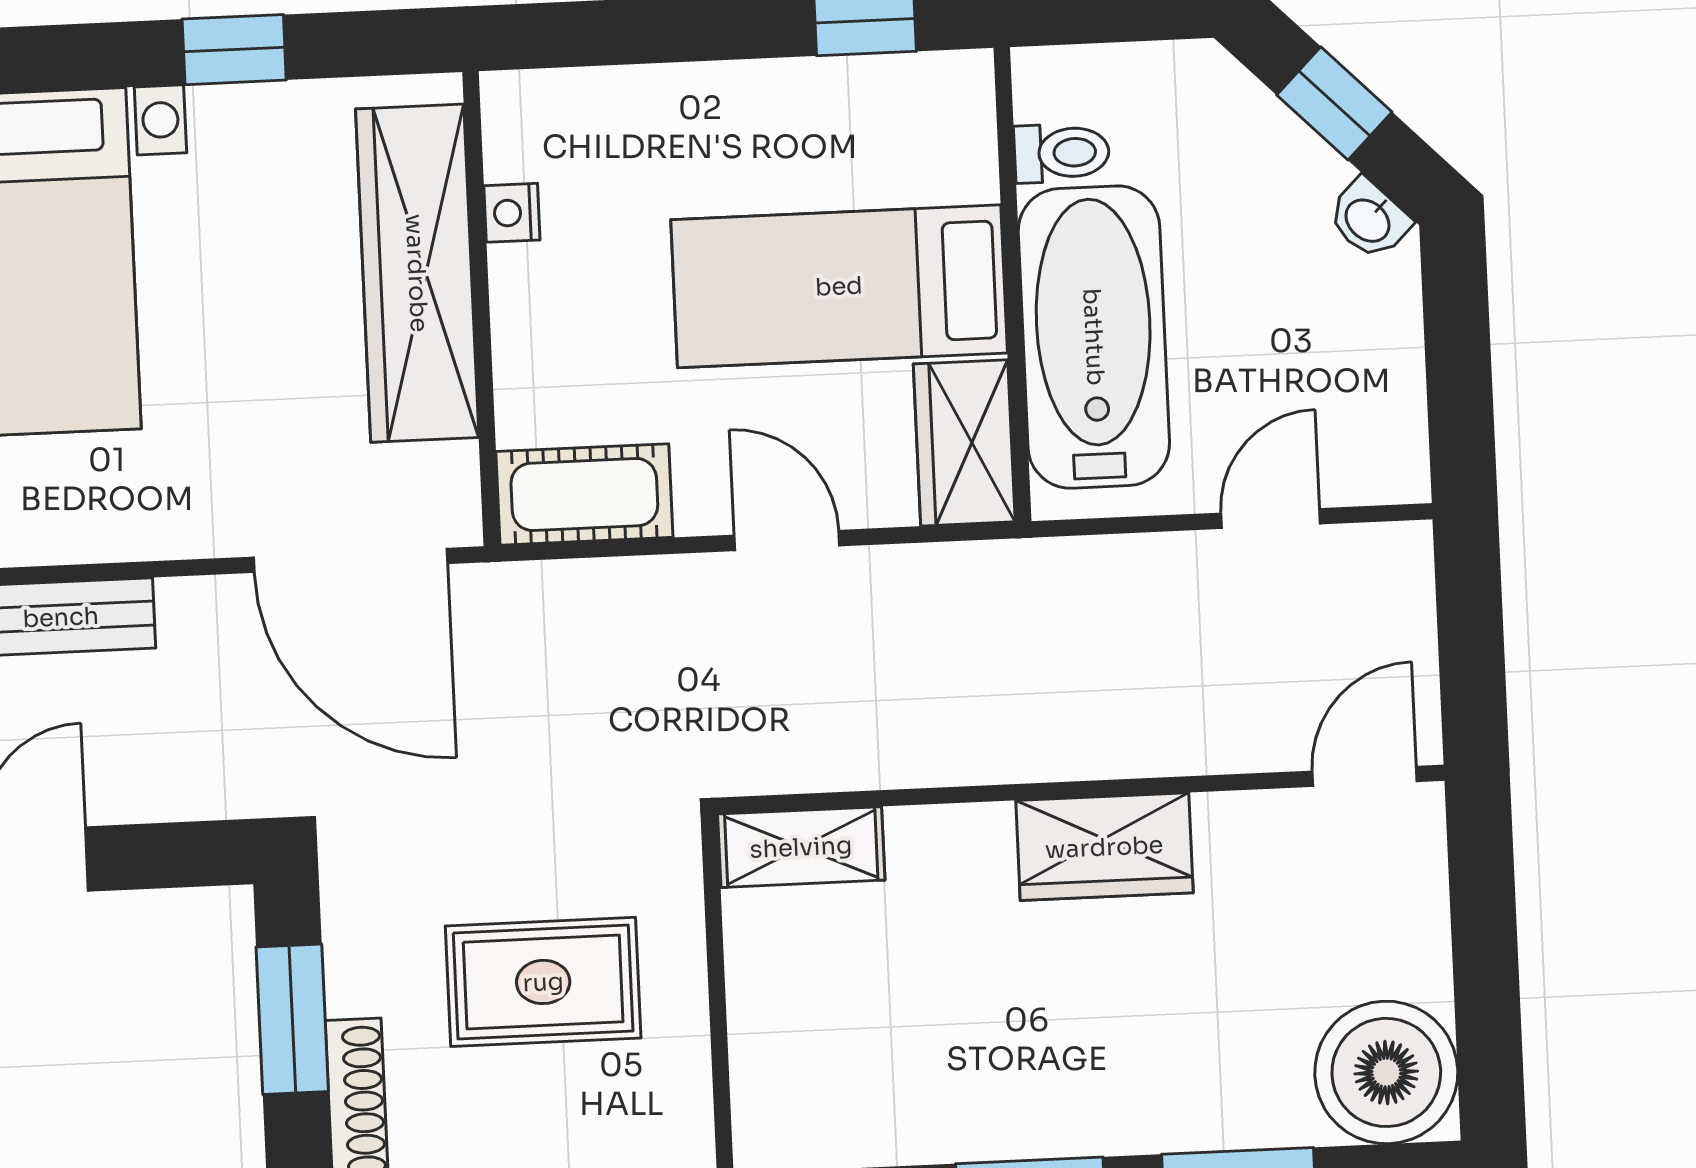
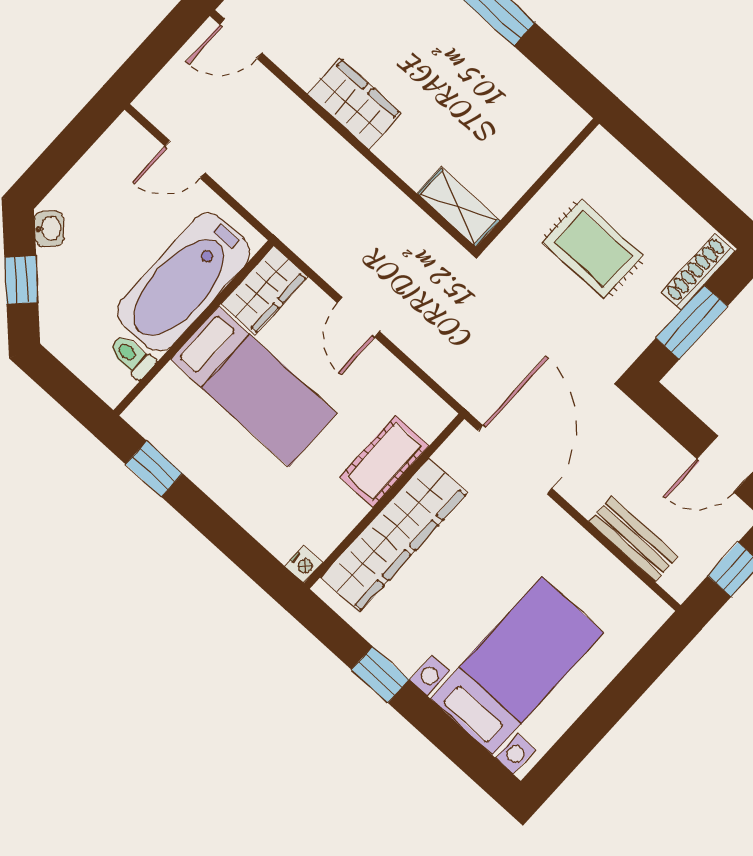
nightstand: (512, 213) -> (303, 565), moved
cot: (584, 494) -> (384, 461), moved, turned 90

